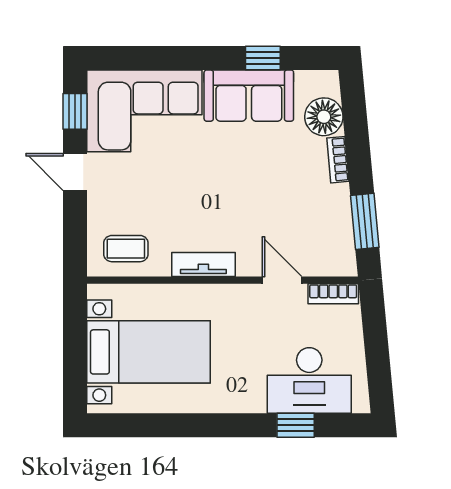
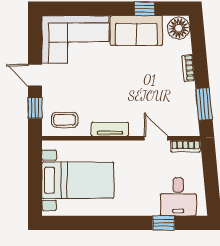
window: (75, 111) -> (35, 108), moved
floor lamp: (324, 117) -> (179, 28), moved
desk: (309, 380) -> (178, 197), width x0.73

